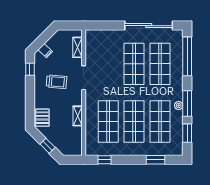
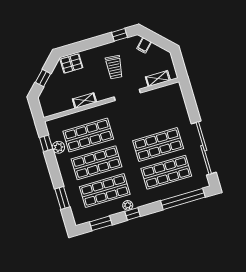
window: (187, 103) -> (133, 214), width x0.46
plant: (111, 150) -> (58, 147), added

